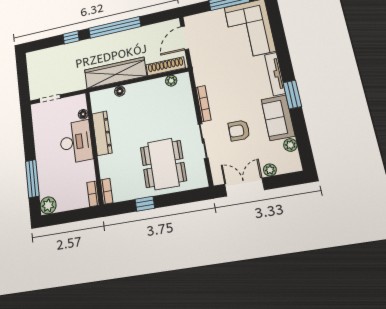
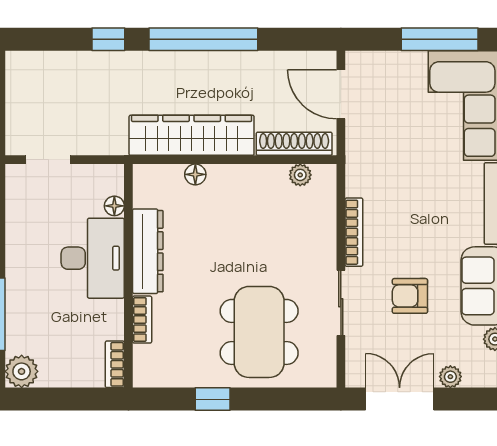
door: (185, 38) -> (341, 94), hinge flipped
bookcase: (107, 191) -> (142, 320), moved

